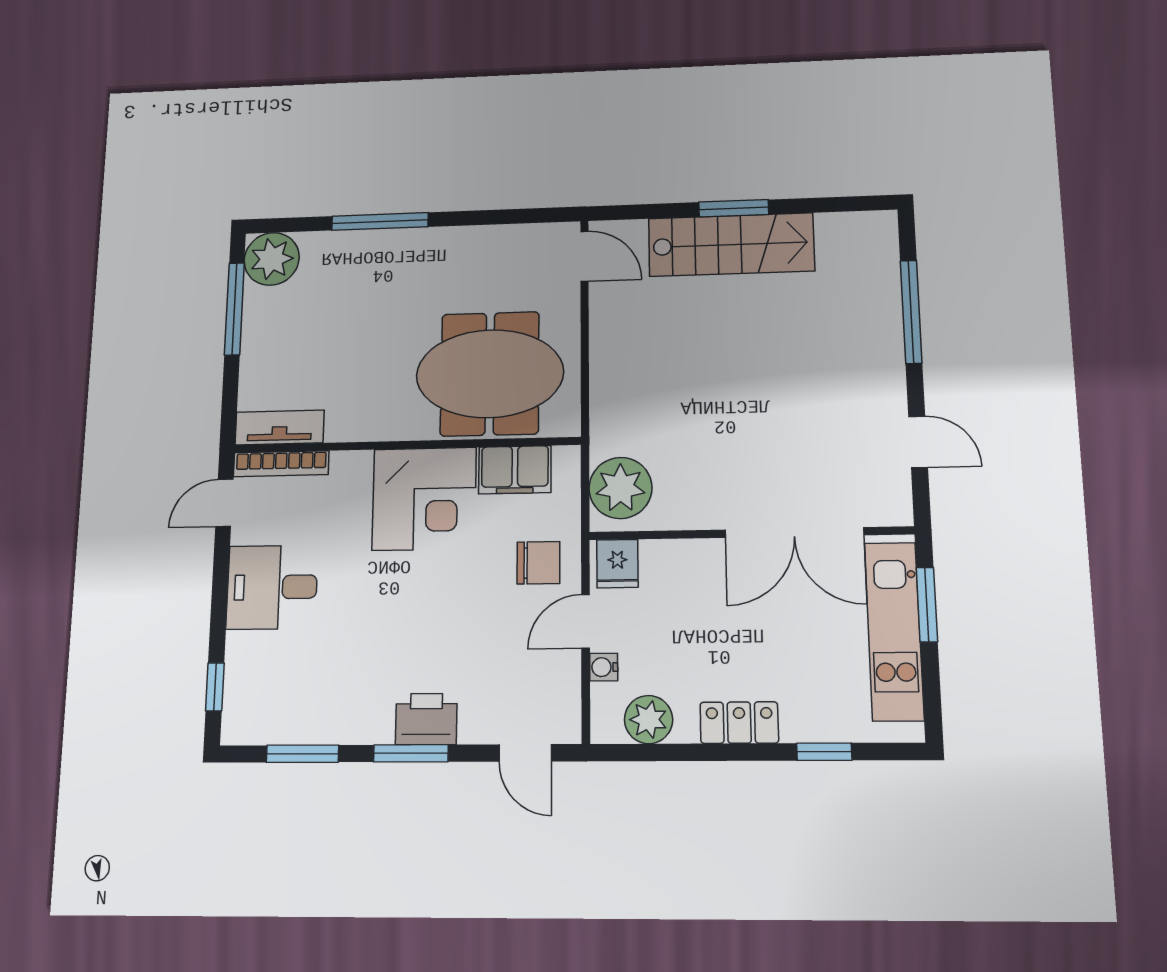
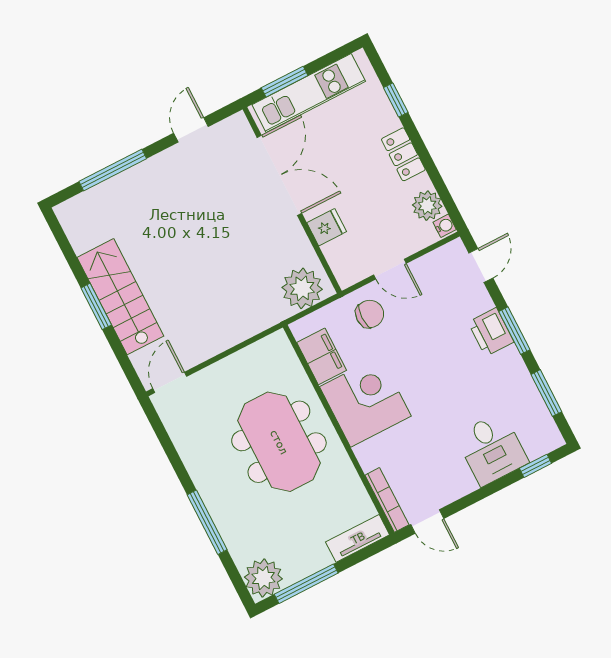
meeting table: (490, 374) -> (279, 442), moved
tv unit: (280, 427) -> (358, 538), moved, turned 90
chair: (538, 563) -> (370, 314), turned 90
fridge: (617, 564) -> (327, 227), moved
desk: (272, 587) -> (492, 449), moved
water cooler: (604, 667) -> (445, 226), moved, turned -90

